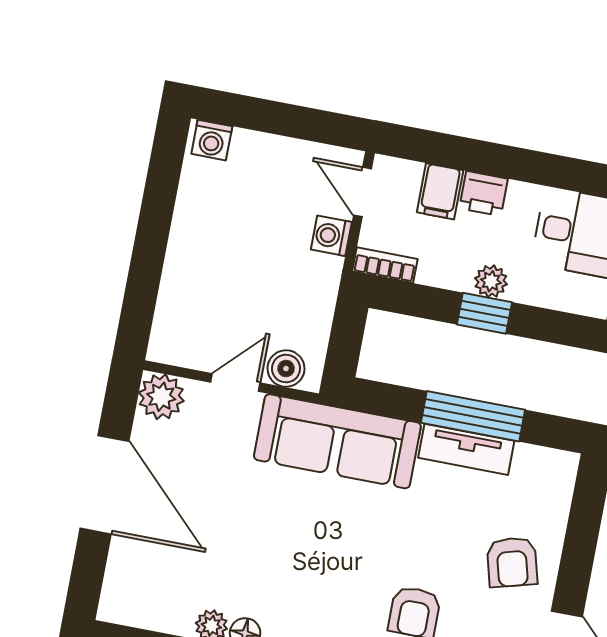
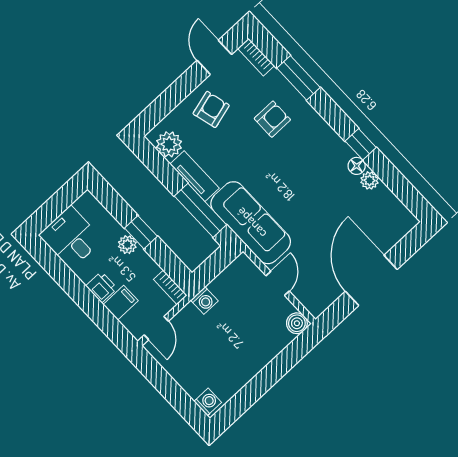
washing machine: (331, 236) -> (204, 300), moved
boiler: (286, 369) -> (297, 323), moved
door: (235, 383) -> (278, 283), swing flipped
plant: (161, 397) -> (169, 144), moved
window: (473, 416) -> (200, 210), moved

